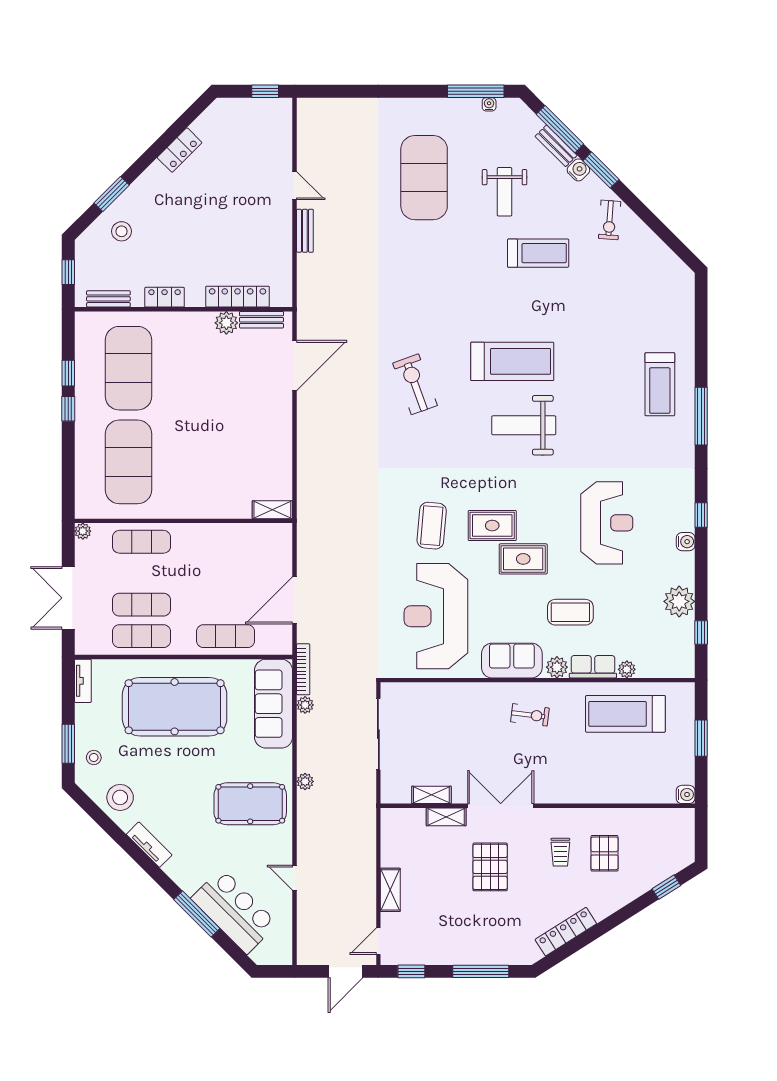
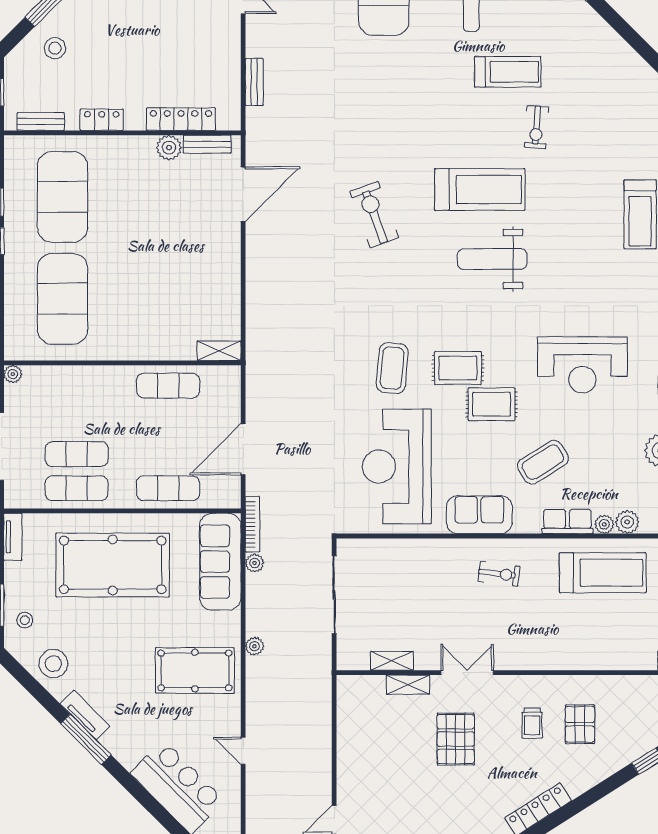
exercise bike: (610, 220) -> (536, 127), moved
bench: (305, 231) -> (254, 82), moved
reception desk: (607, 523) -> (582, 365), turned 90
exercise mat: (141, 542) -> (168, 386), moved
coffee table: (570, 612) -> (543, 462), turned -32
plant: (557, 667) -> (627, 522), moved
treadmill: (625, 714) -> (603, 573), turned 180
double door: (501, 806) -> (467, 673), width x0.73
shelving: (390, 890) -> (347, 764), removed
window: (197, 914) -> (86, 739), moved

